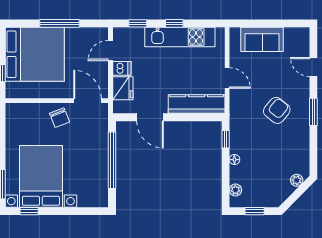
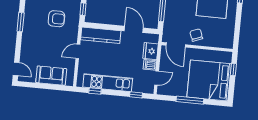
window: (174, 23) -> (95, 91), moved
door: (313, 67) -> (16, 69), moved
door: (227, 78) -> (78, 51), hinge flipped
armchair: (277, 110) -> (56, 19), moved, turned -129

